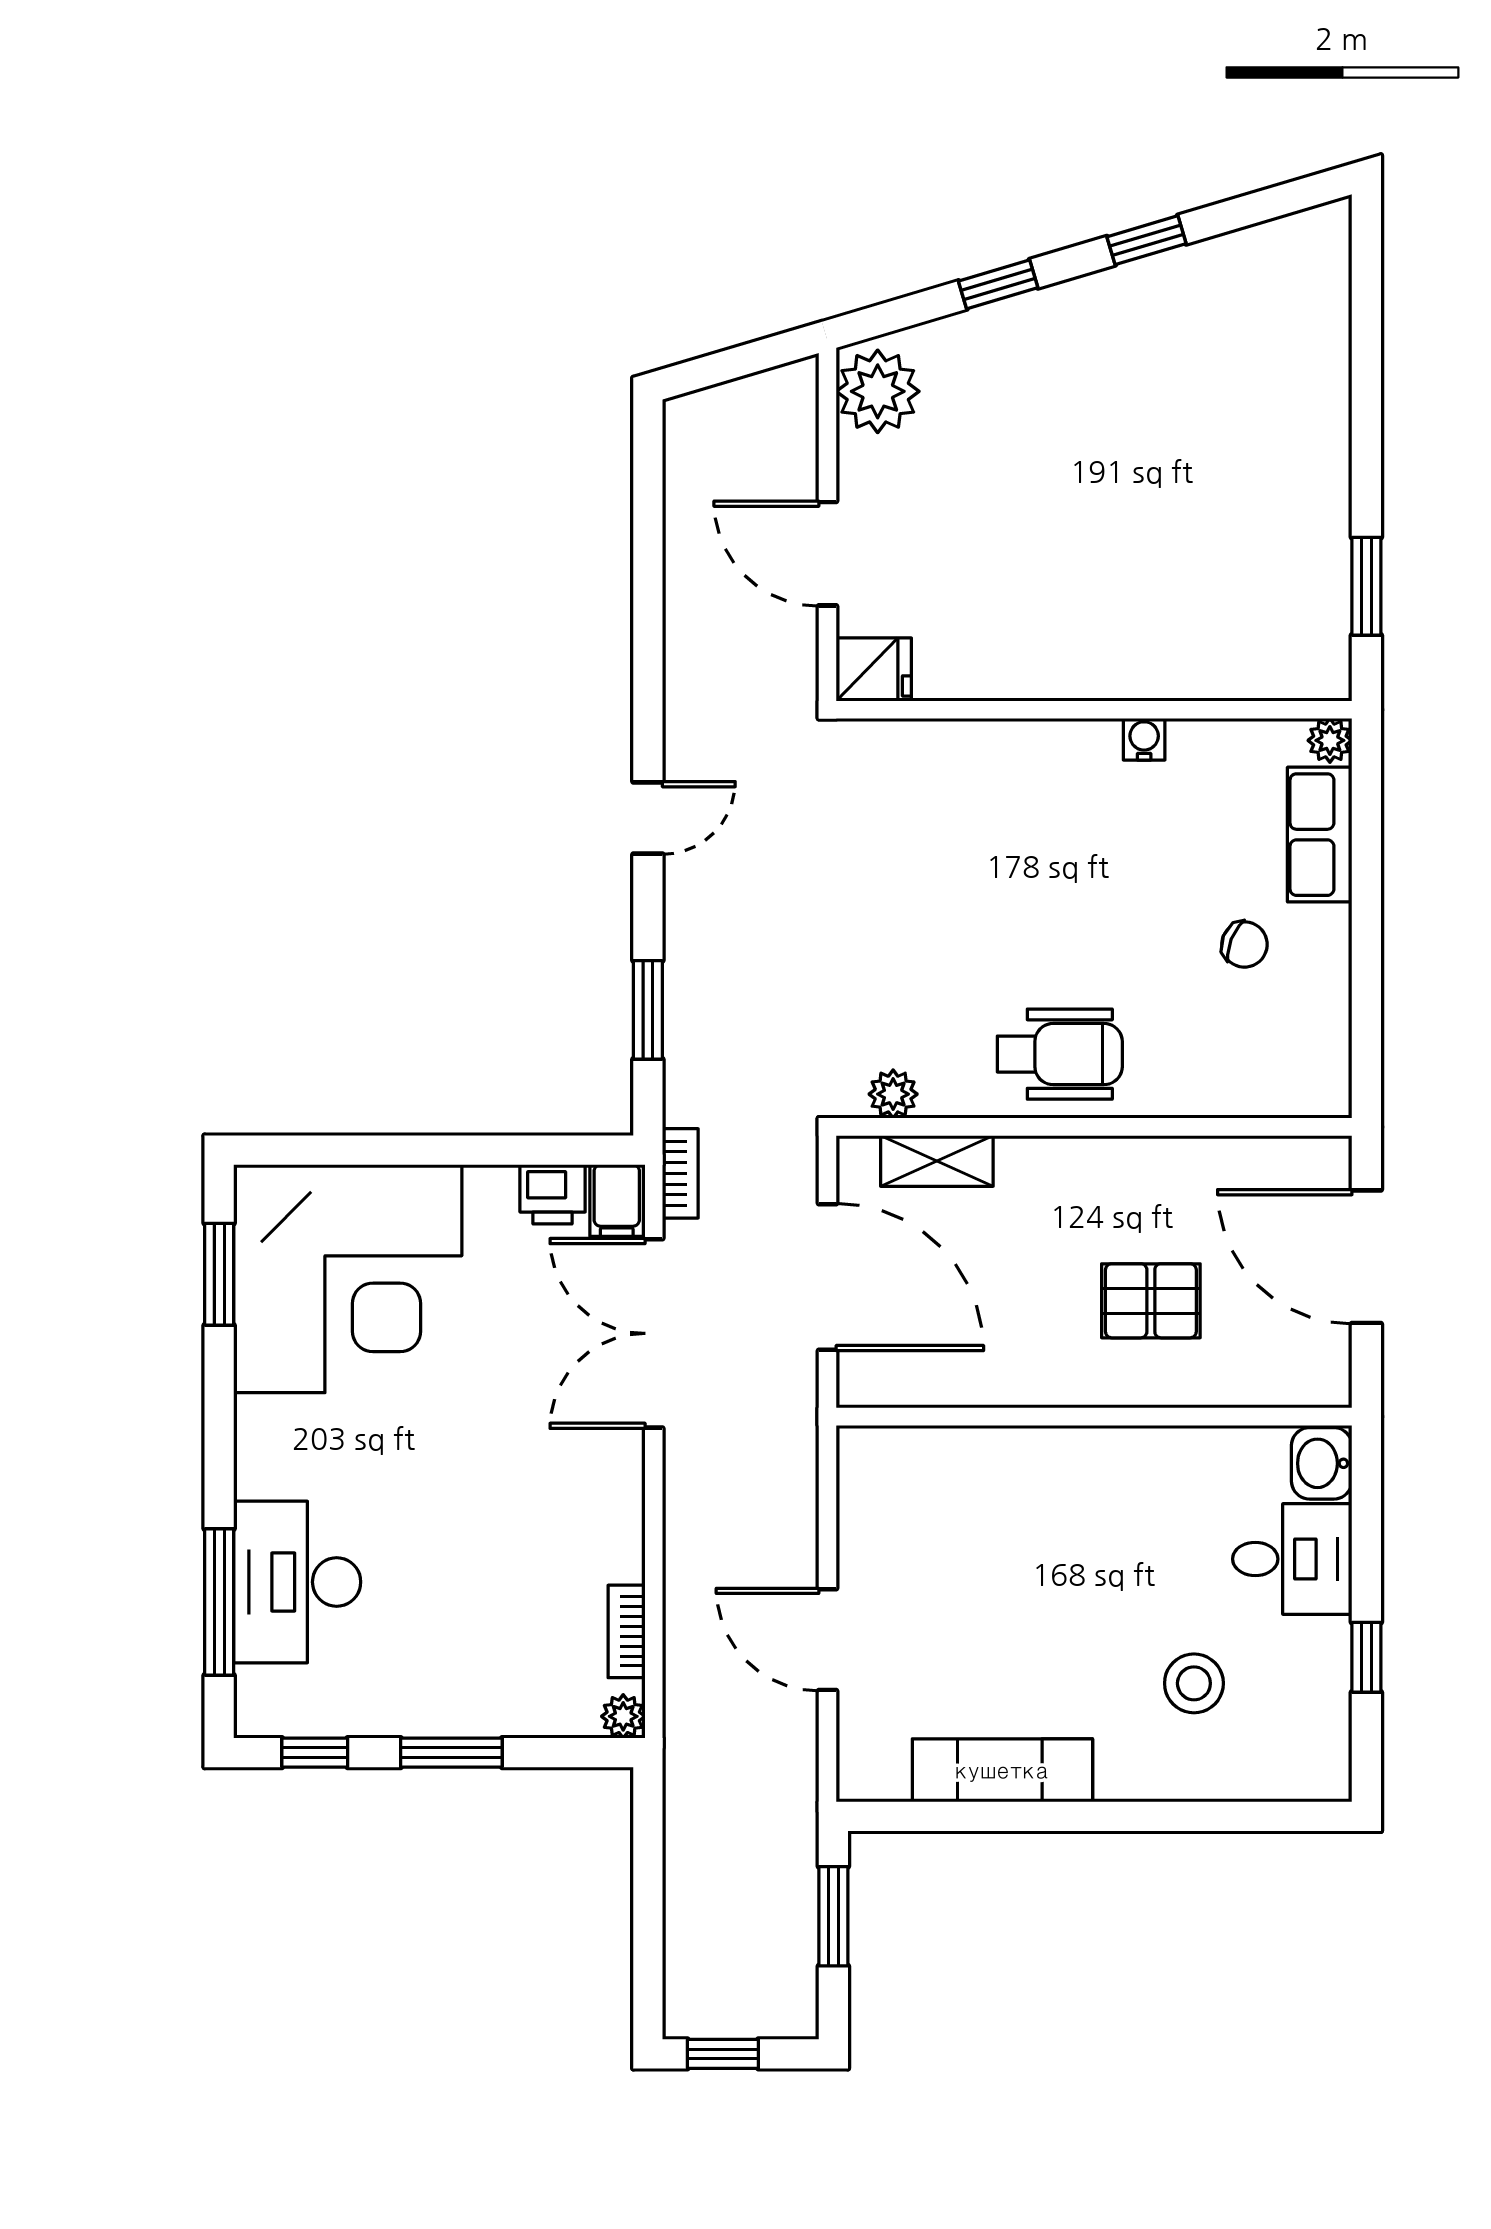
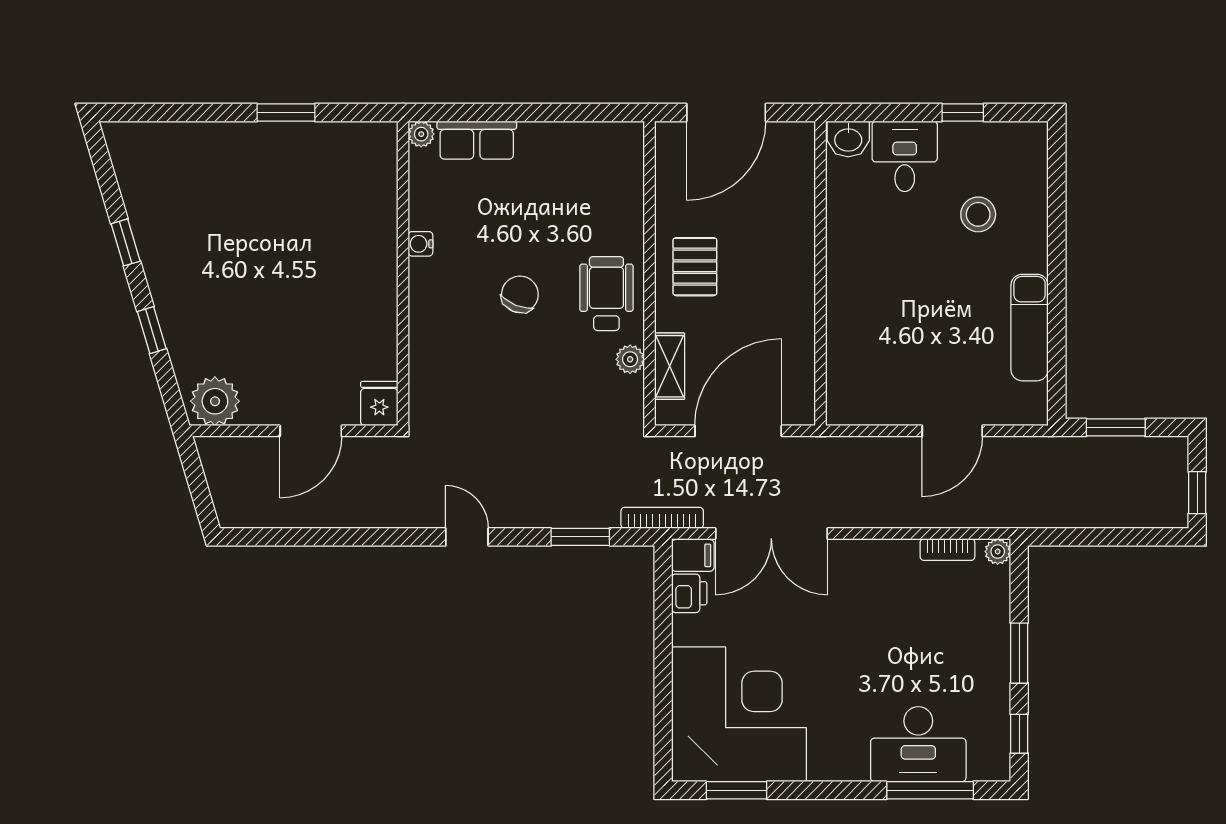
window: (1366, 586) -> (286, 113), moved
chair: (1244, 944) -> (520, 294), moved, width x1.37, depth x1.37
plant: (893, 1094) -> (630, 359), moved
bookcase: (680, 1173) -> (662, 518), width x1.56
pallet: (1151, 1301) -> (695, 267), moved

